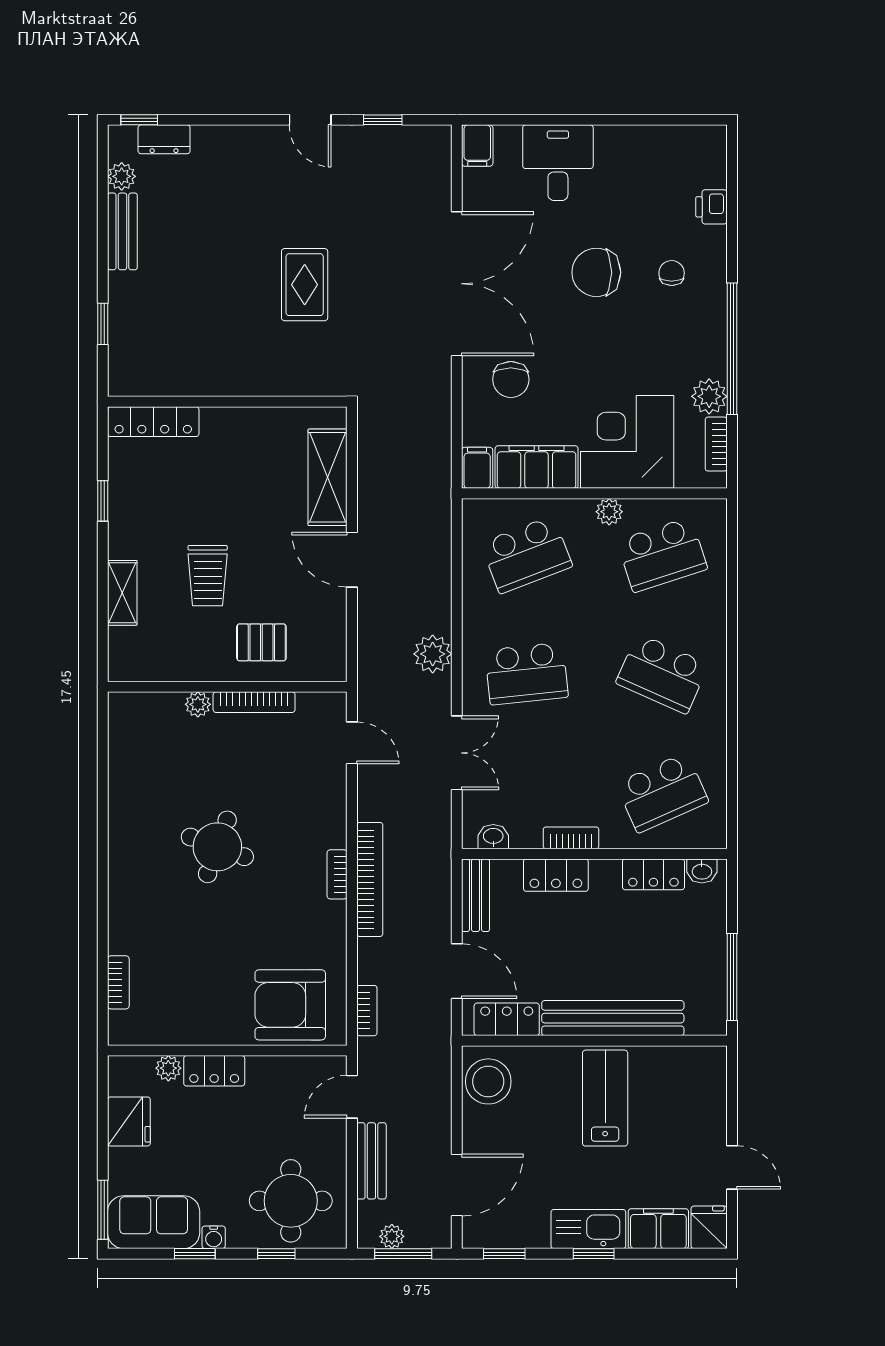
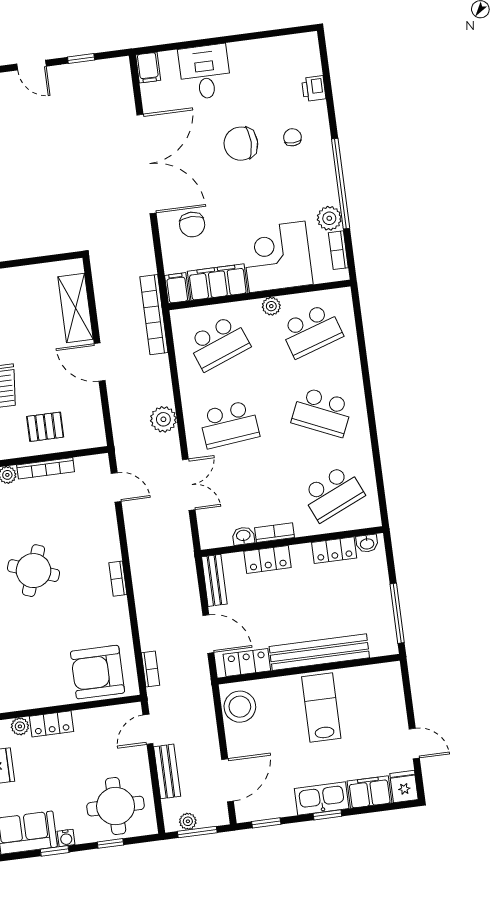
rug: (305, 285) -> (43, 178), removed
washbasin: (493, 837) -> (243, 536), moved
bookcase: (370, 879) -> (154, 315), moved, turned 180

